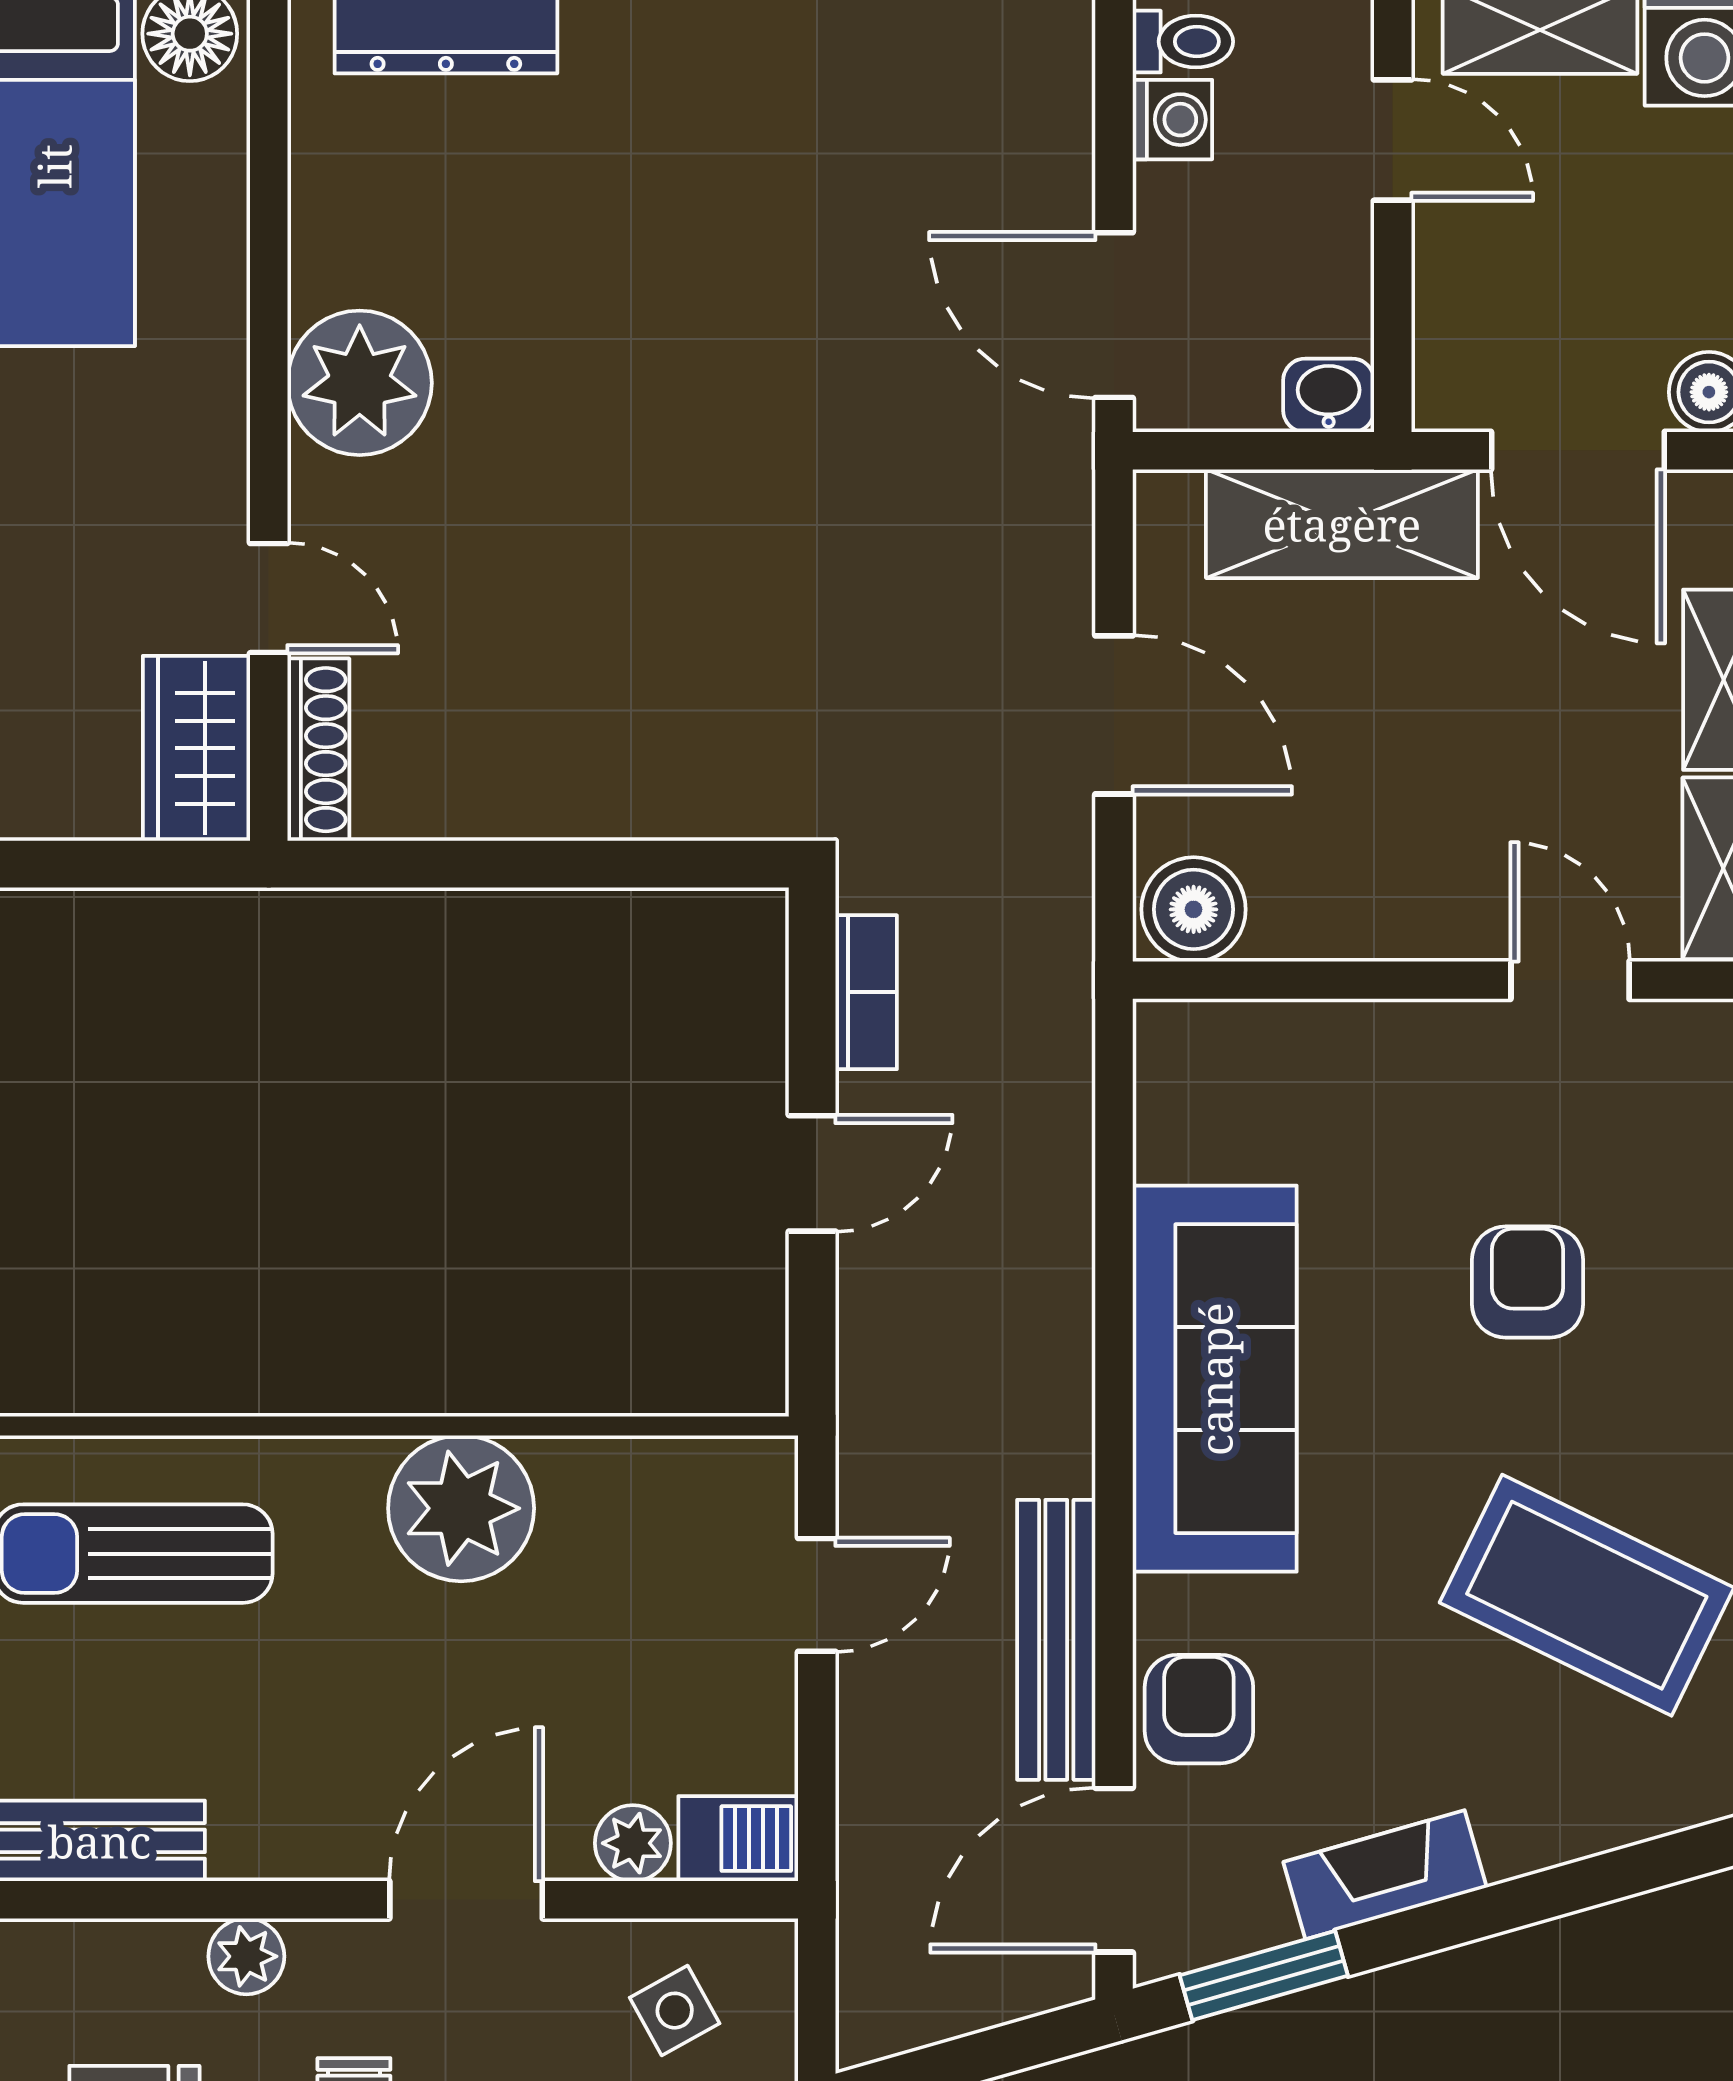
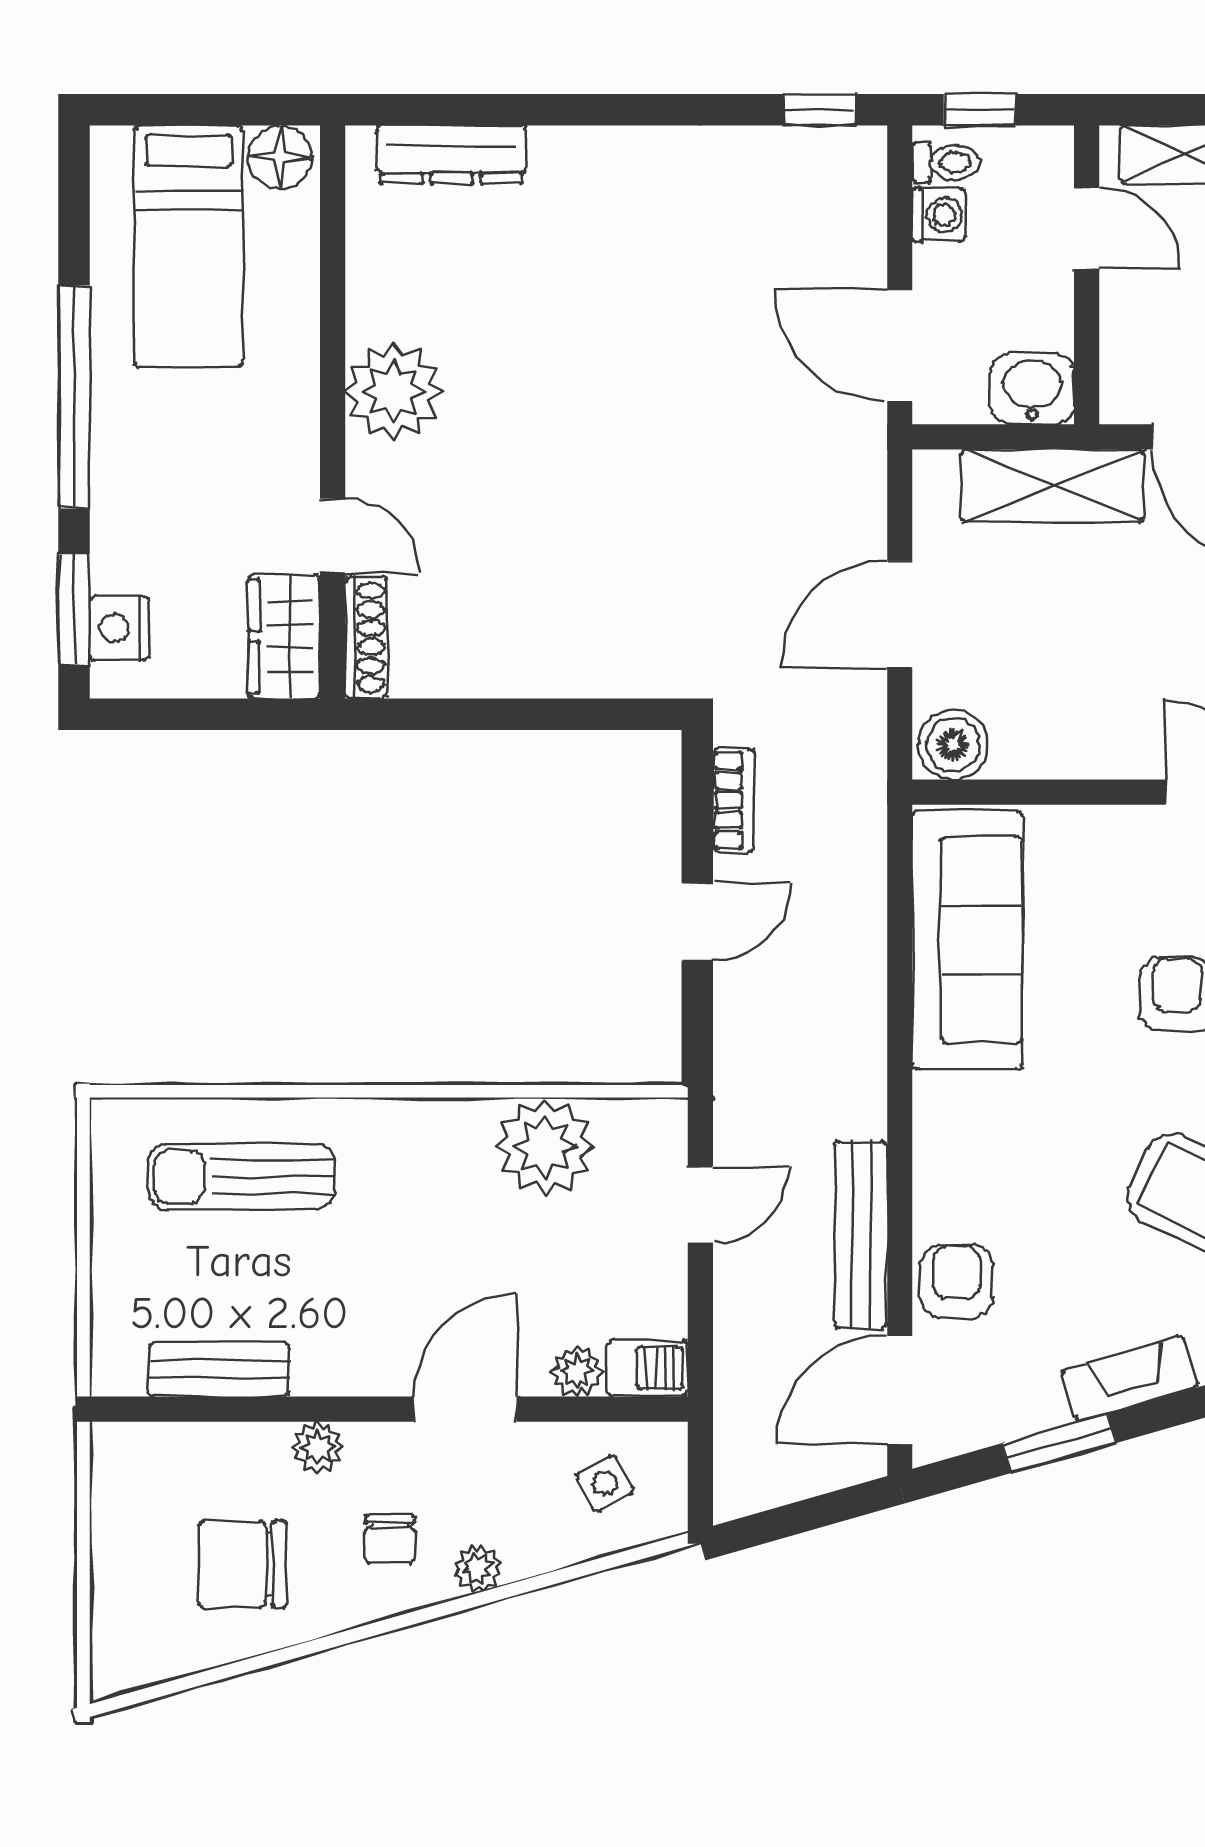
washbasin: (1329, 395) -> (1032, 389), width x1.38, depth x1.45
door: (1114, 715) -> (900, 614), swing flipped
sofa: (1215, 1379) -> (967, 940), moved
plant: (461, 1508) -> (545, 1146), moved
fireplace: (1385, 1875) -> (1130, 1379), moved
window: (1264, 1976) -> (1059, 1443), moved

